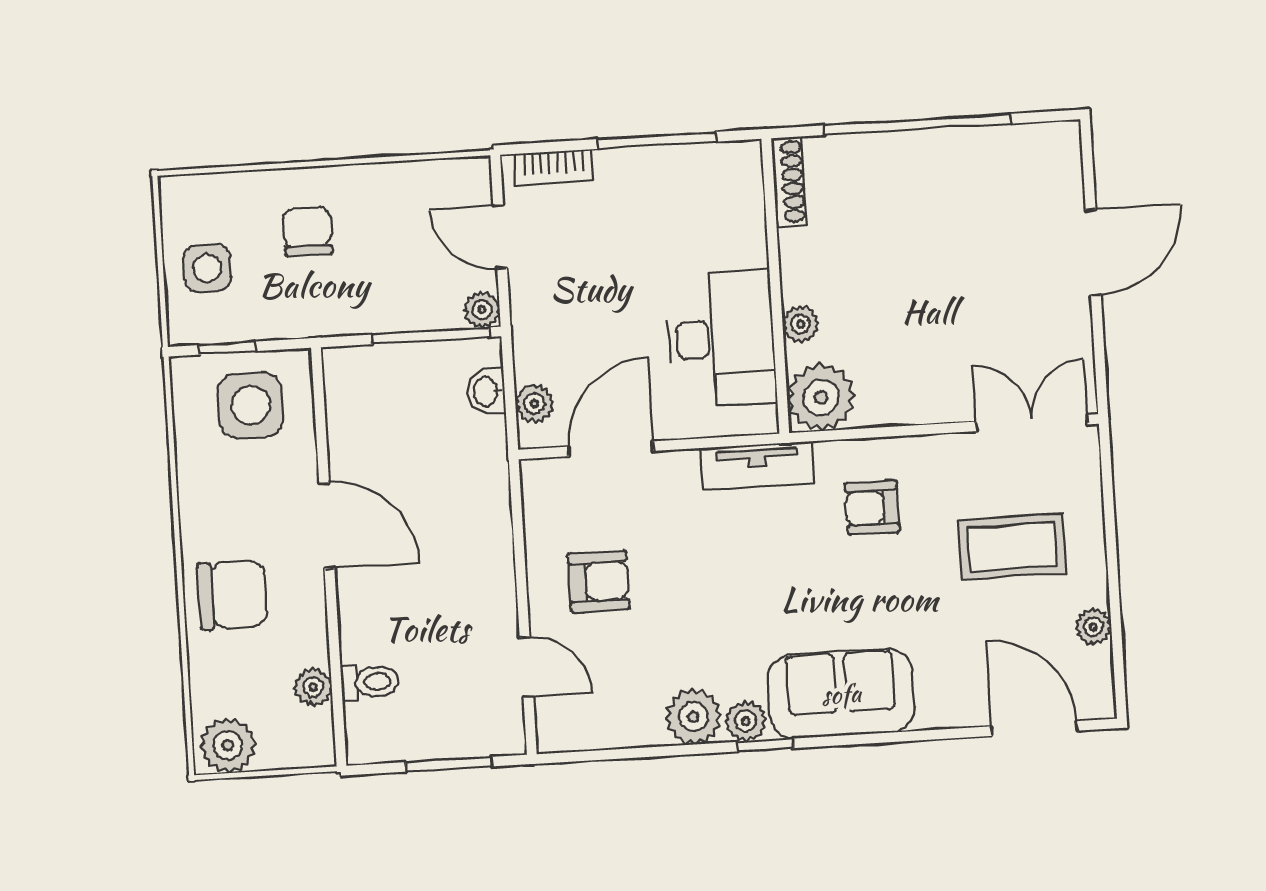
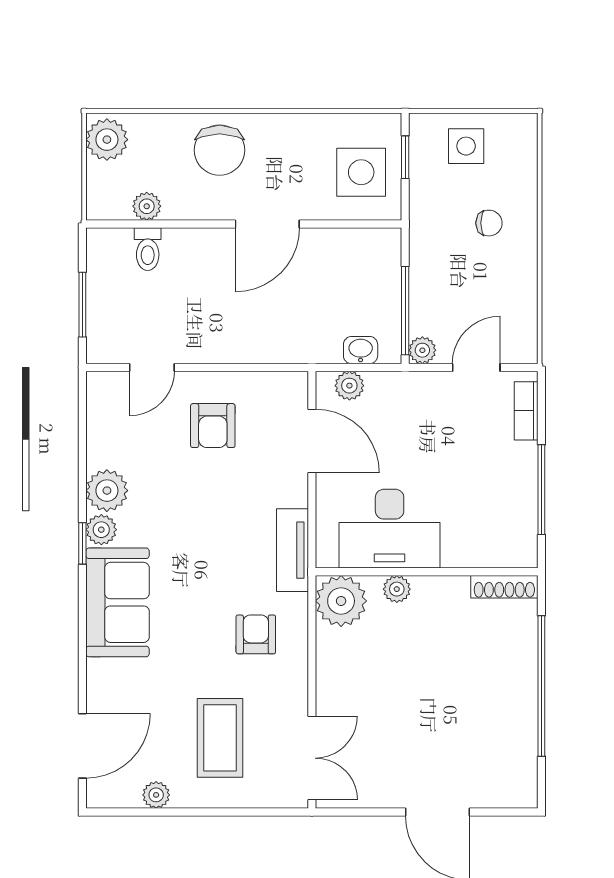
chair: (308, 232) -> (489, 223), width x0.73, depth x0.73

